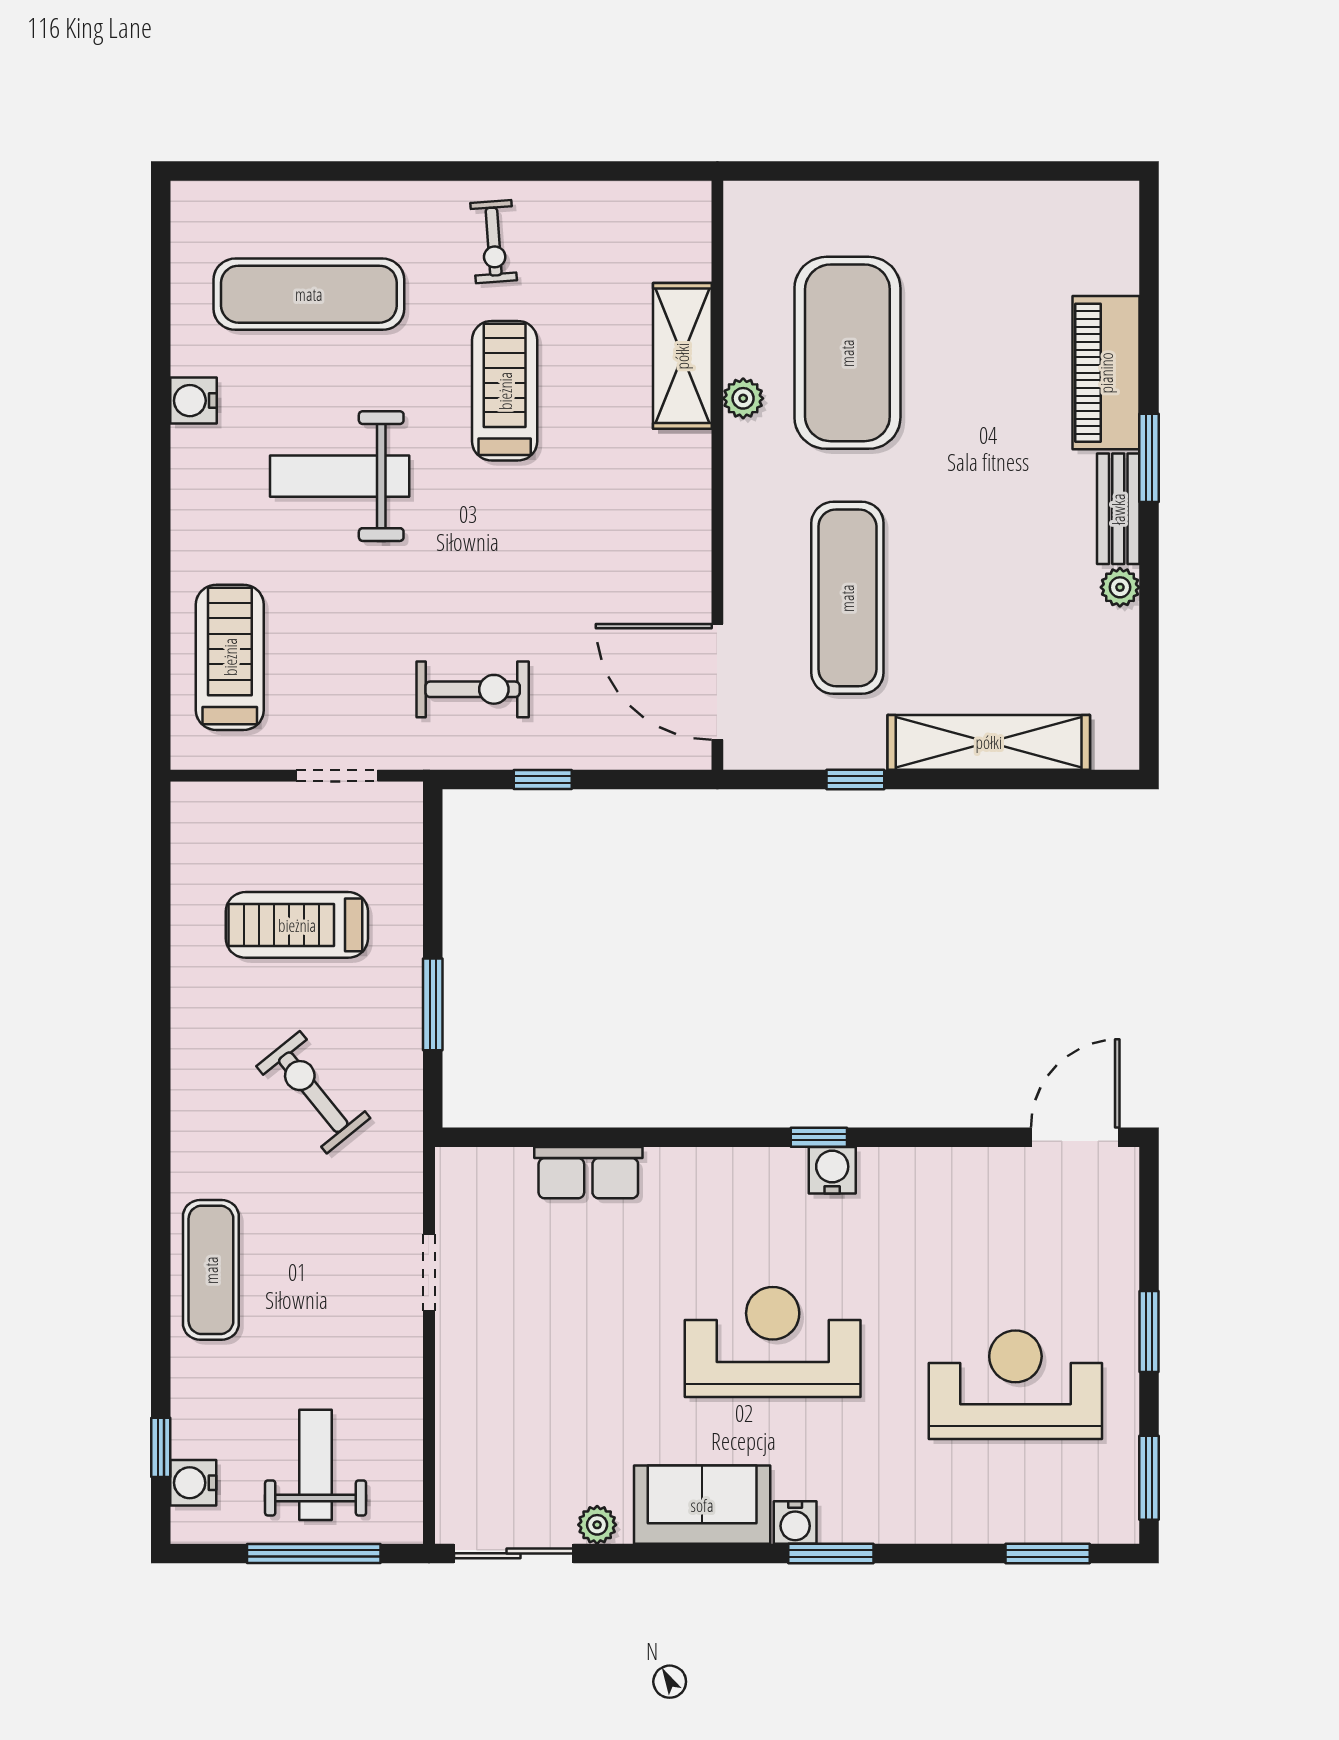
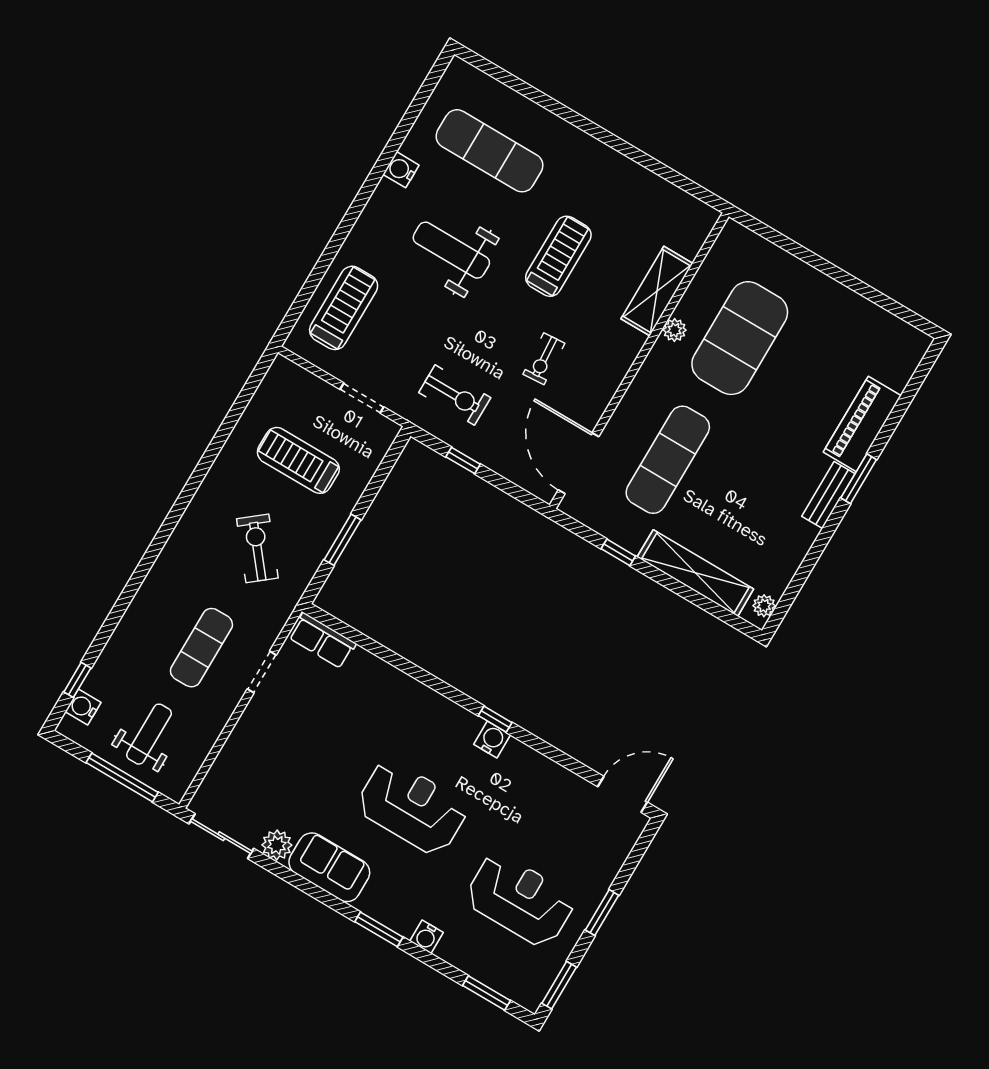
exercise bike: (494, 242) -> (544, 359), moved
plant: (1120, 587) -> (764, 606), moved
row of seats: (588, 1173) -> (322, 641), moved
exercise mat: (211, 1270) -> (201, 648), moved
water cooler: (795, 1522) -> (427, 937), moved
plant: (597, 1525) -> (277, 845), width x1.38, depth x1.38

